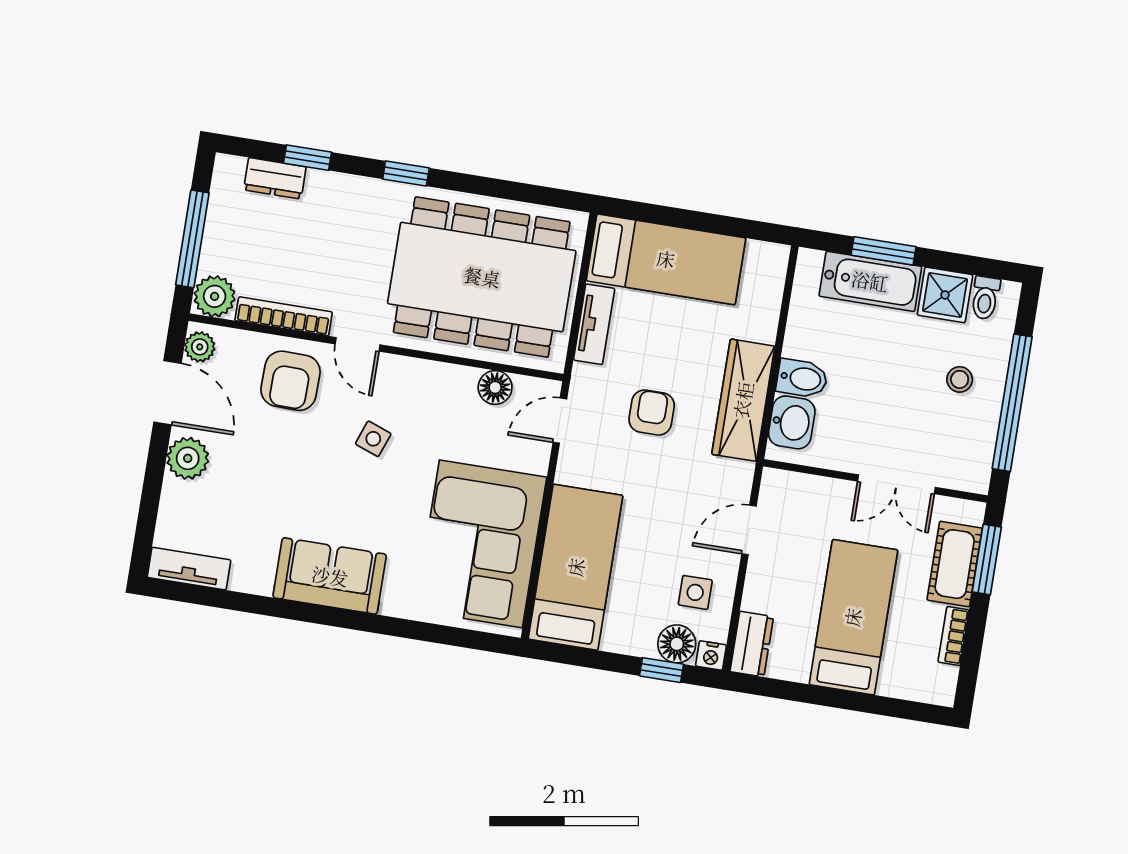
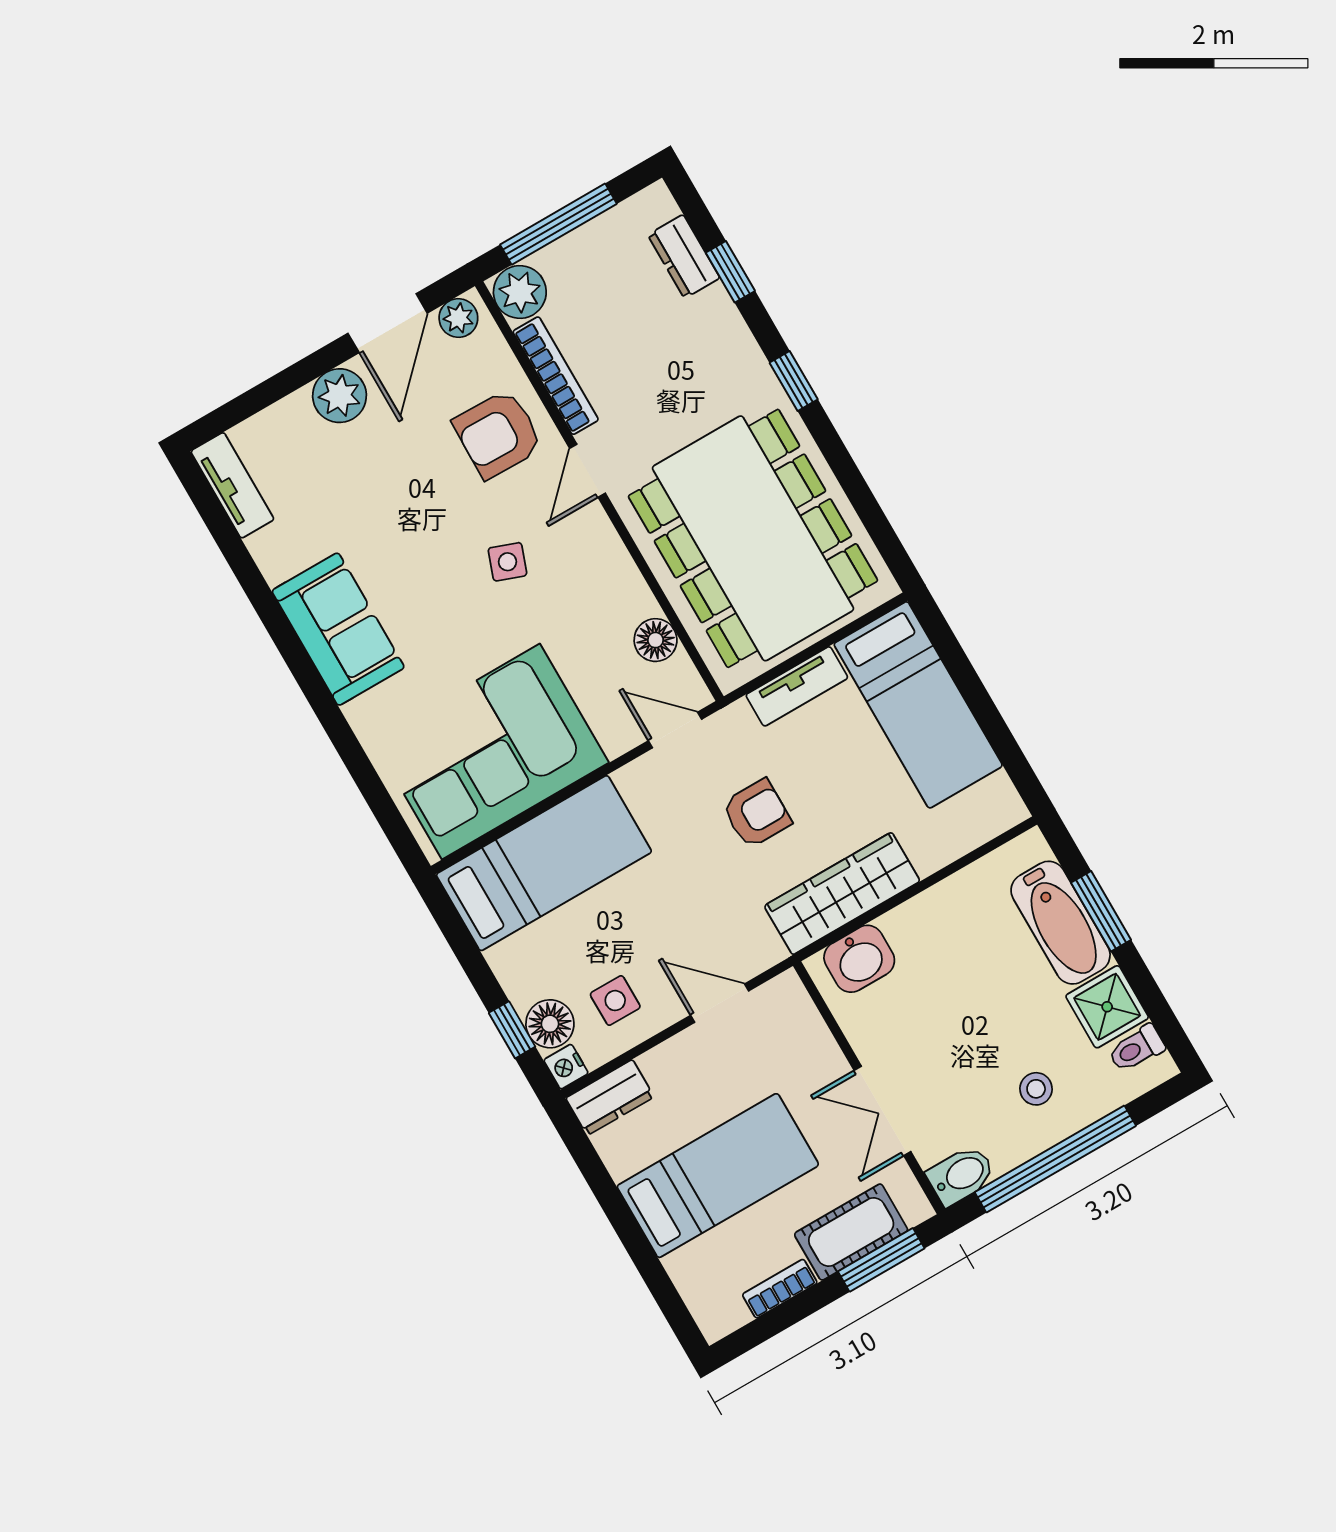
bidet: (802, 378) -> (961, 1175), moved, turned -90

